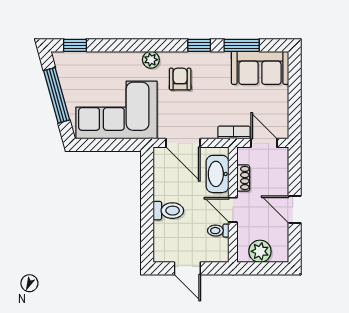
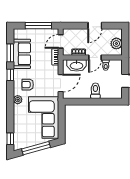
sofa: (260, 68) -> (22, 54), moved
window: (295, 100) -> (38, 26), added

